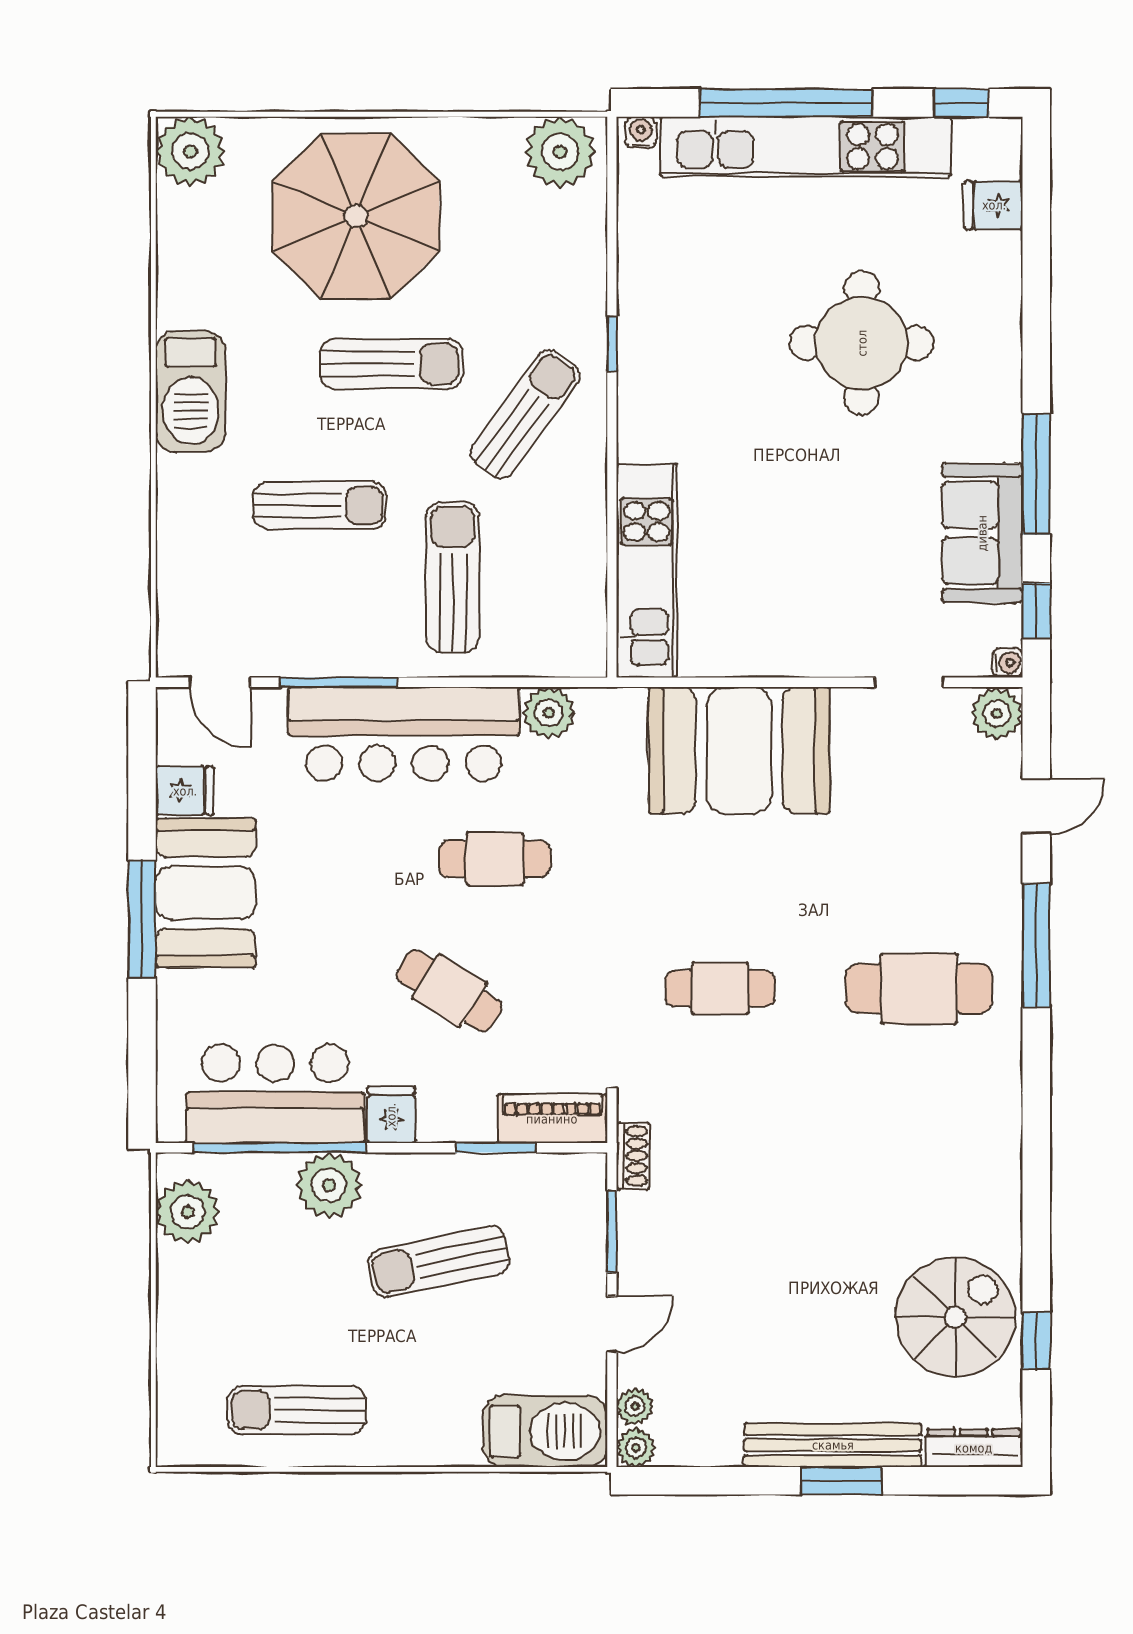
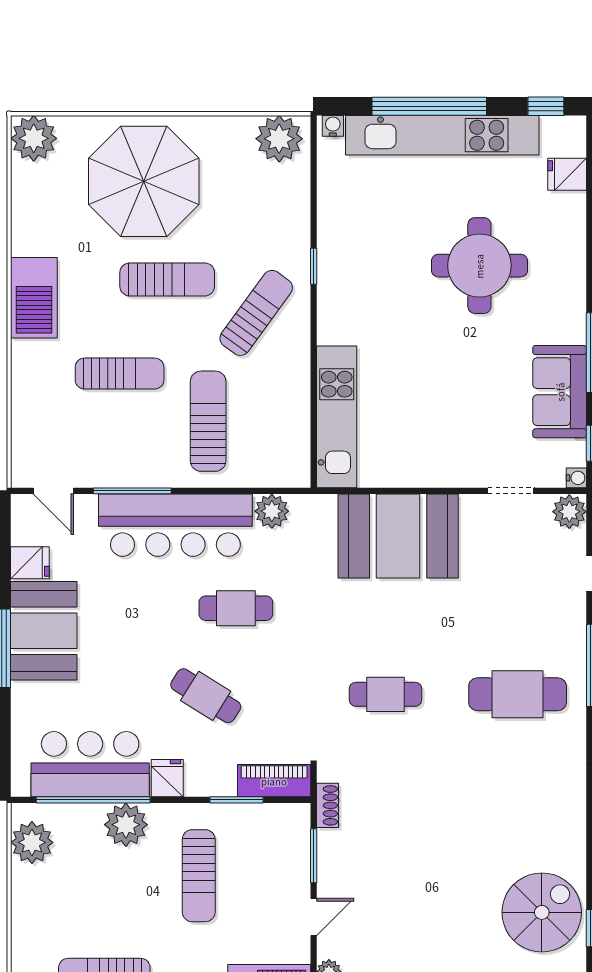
sun lounger: (439, 1262) -> (199, 876), turned -78

